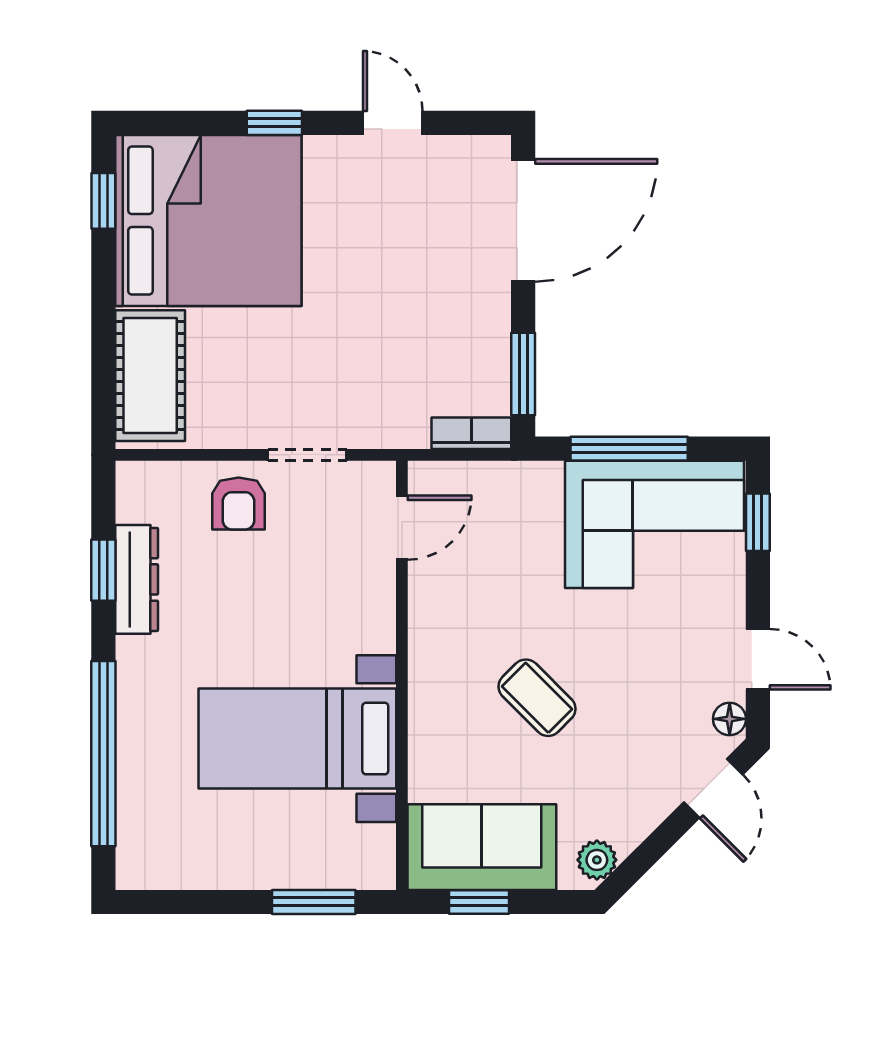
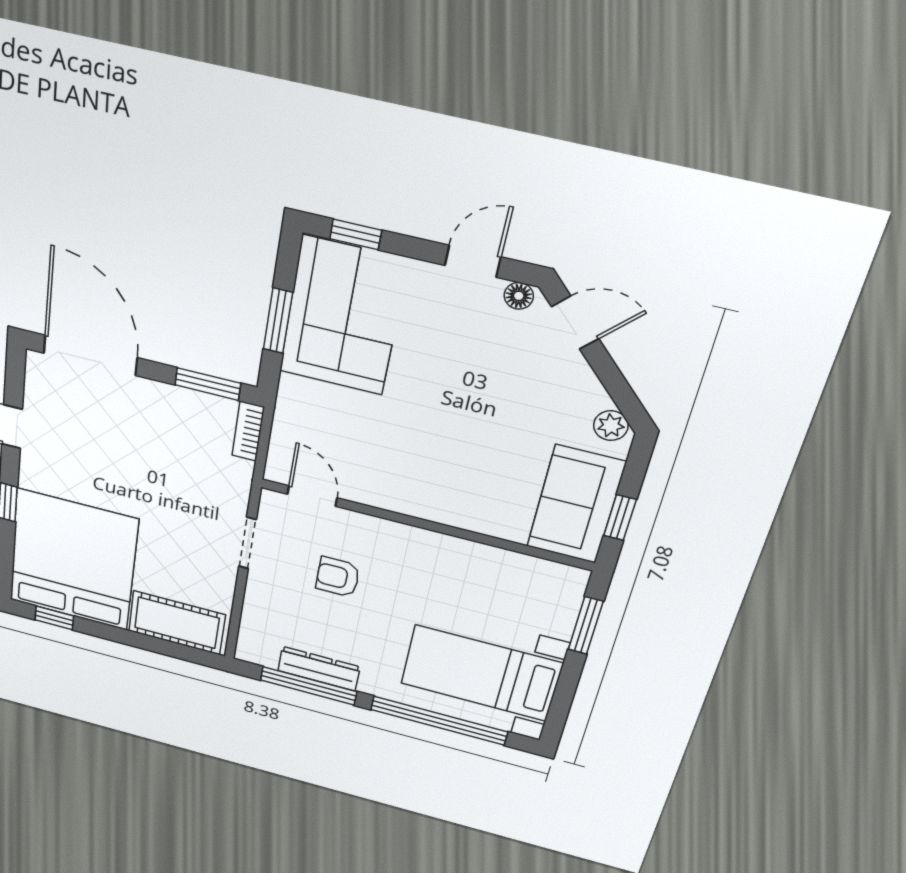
window: (629, 449) -> (278, 321), width x0.69
armchair: (239, 504) -> (338, 577), moved, turned 180
window: (103, 570) -> (308, 686), width x2.17
coffee table: (537, 698) -> (465, 437), removed
bed with nightstands: (297, 739) -> (481, 673), moved, turned 90

